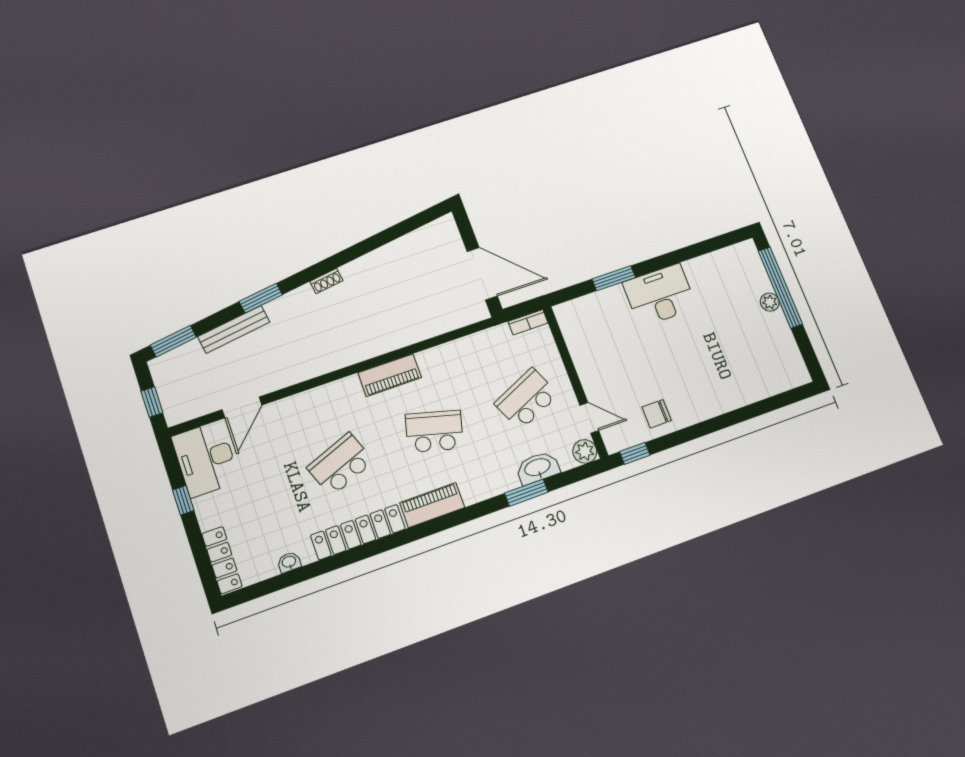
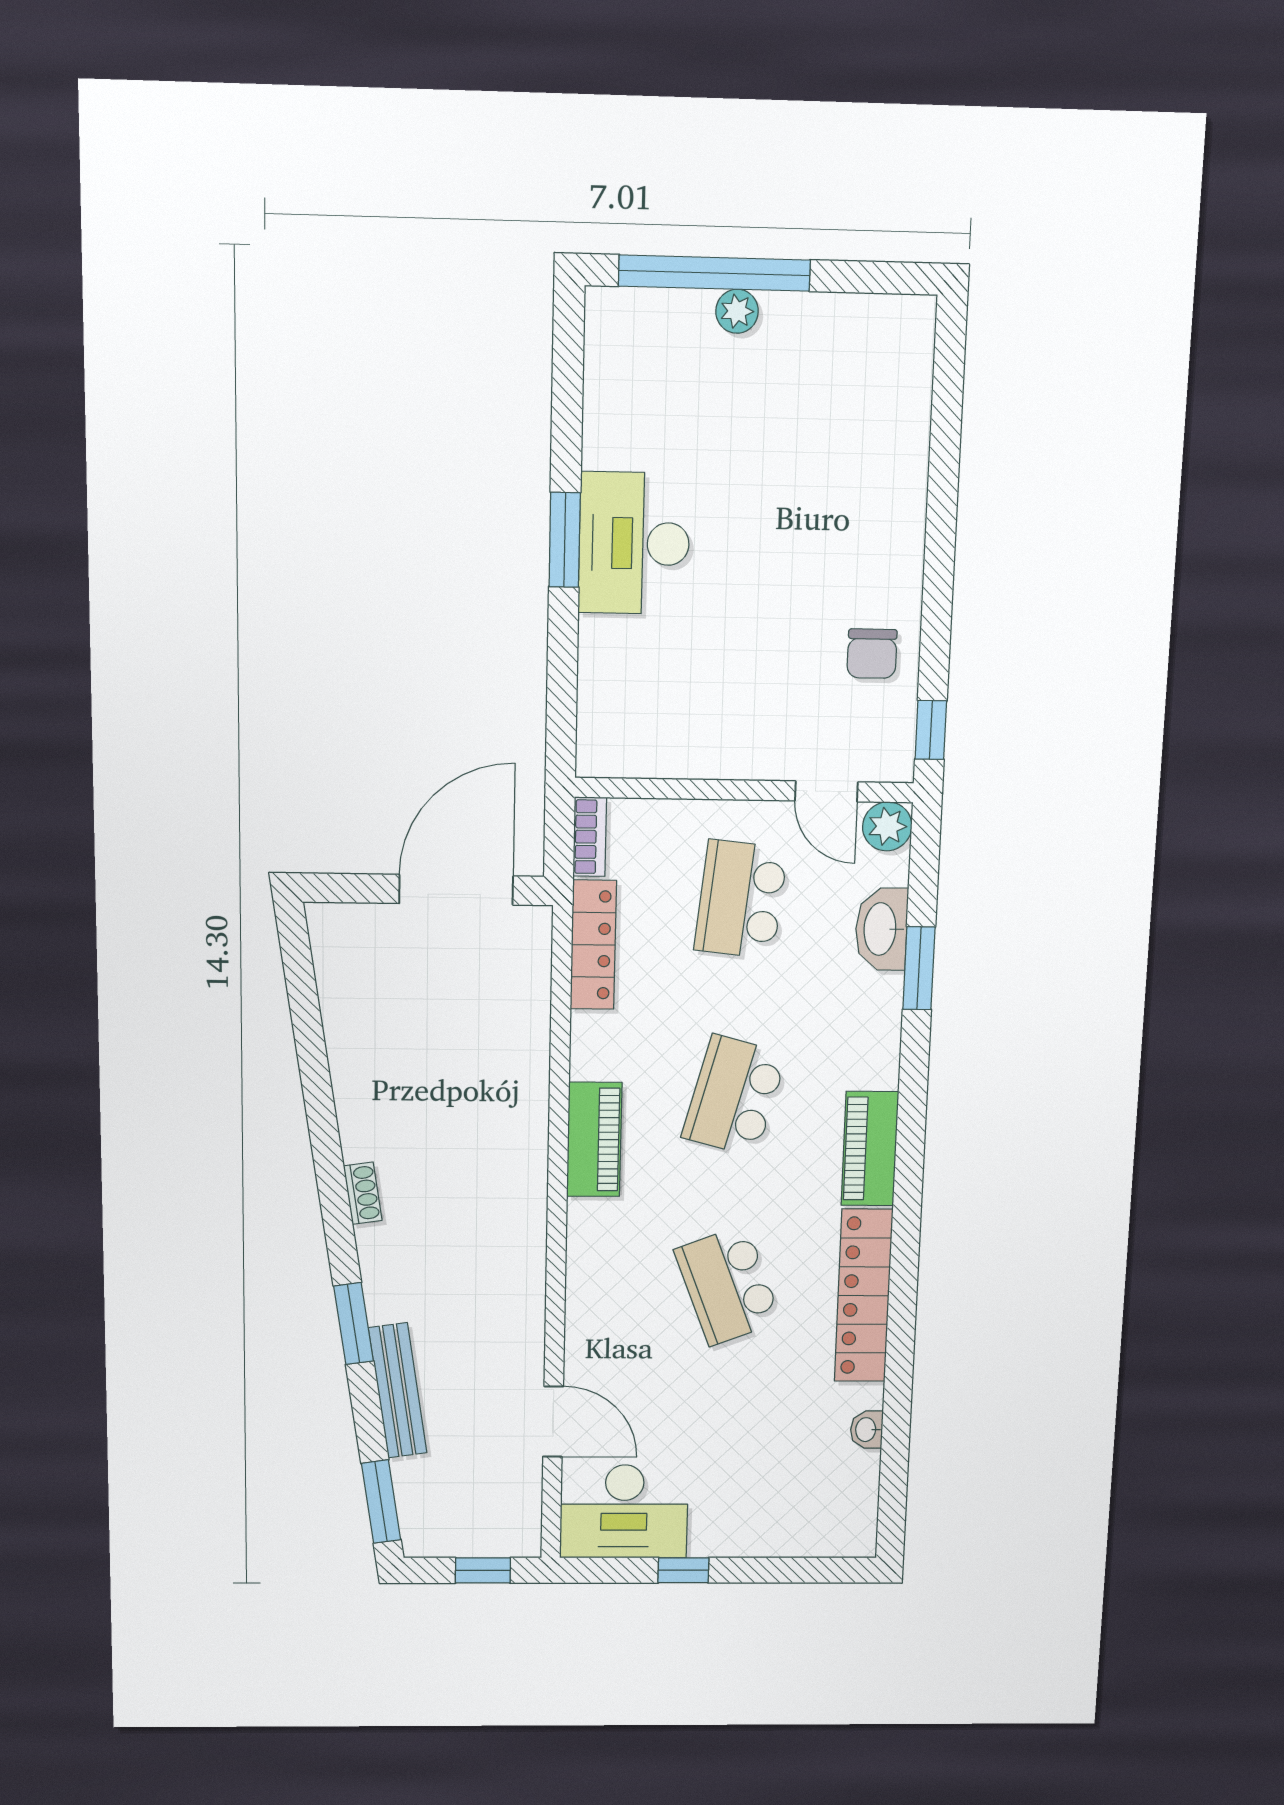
window: (614, 278) -> (565, 540), moved
school desk: (526, 399) -> (741, 899), turned 30
door: (589, 418) -> (826, 791), swing flipped
locker: (222, 560) -> (593, 945), moved, turned 90

